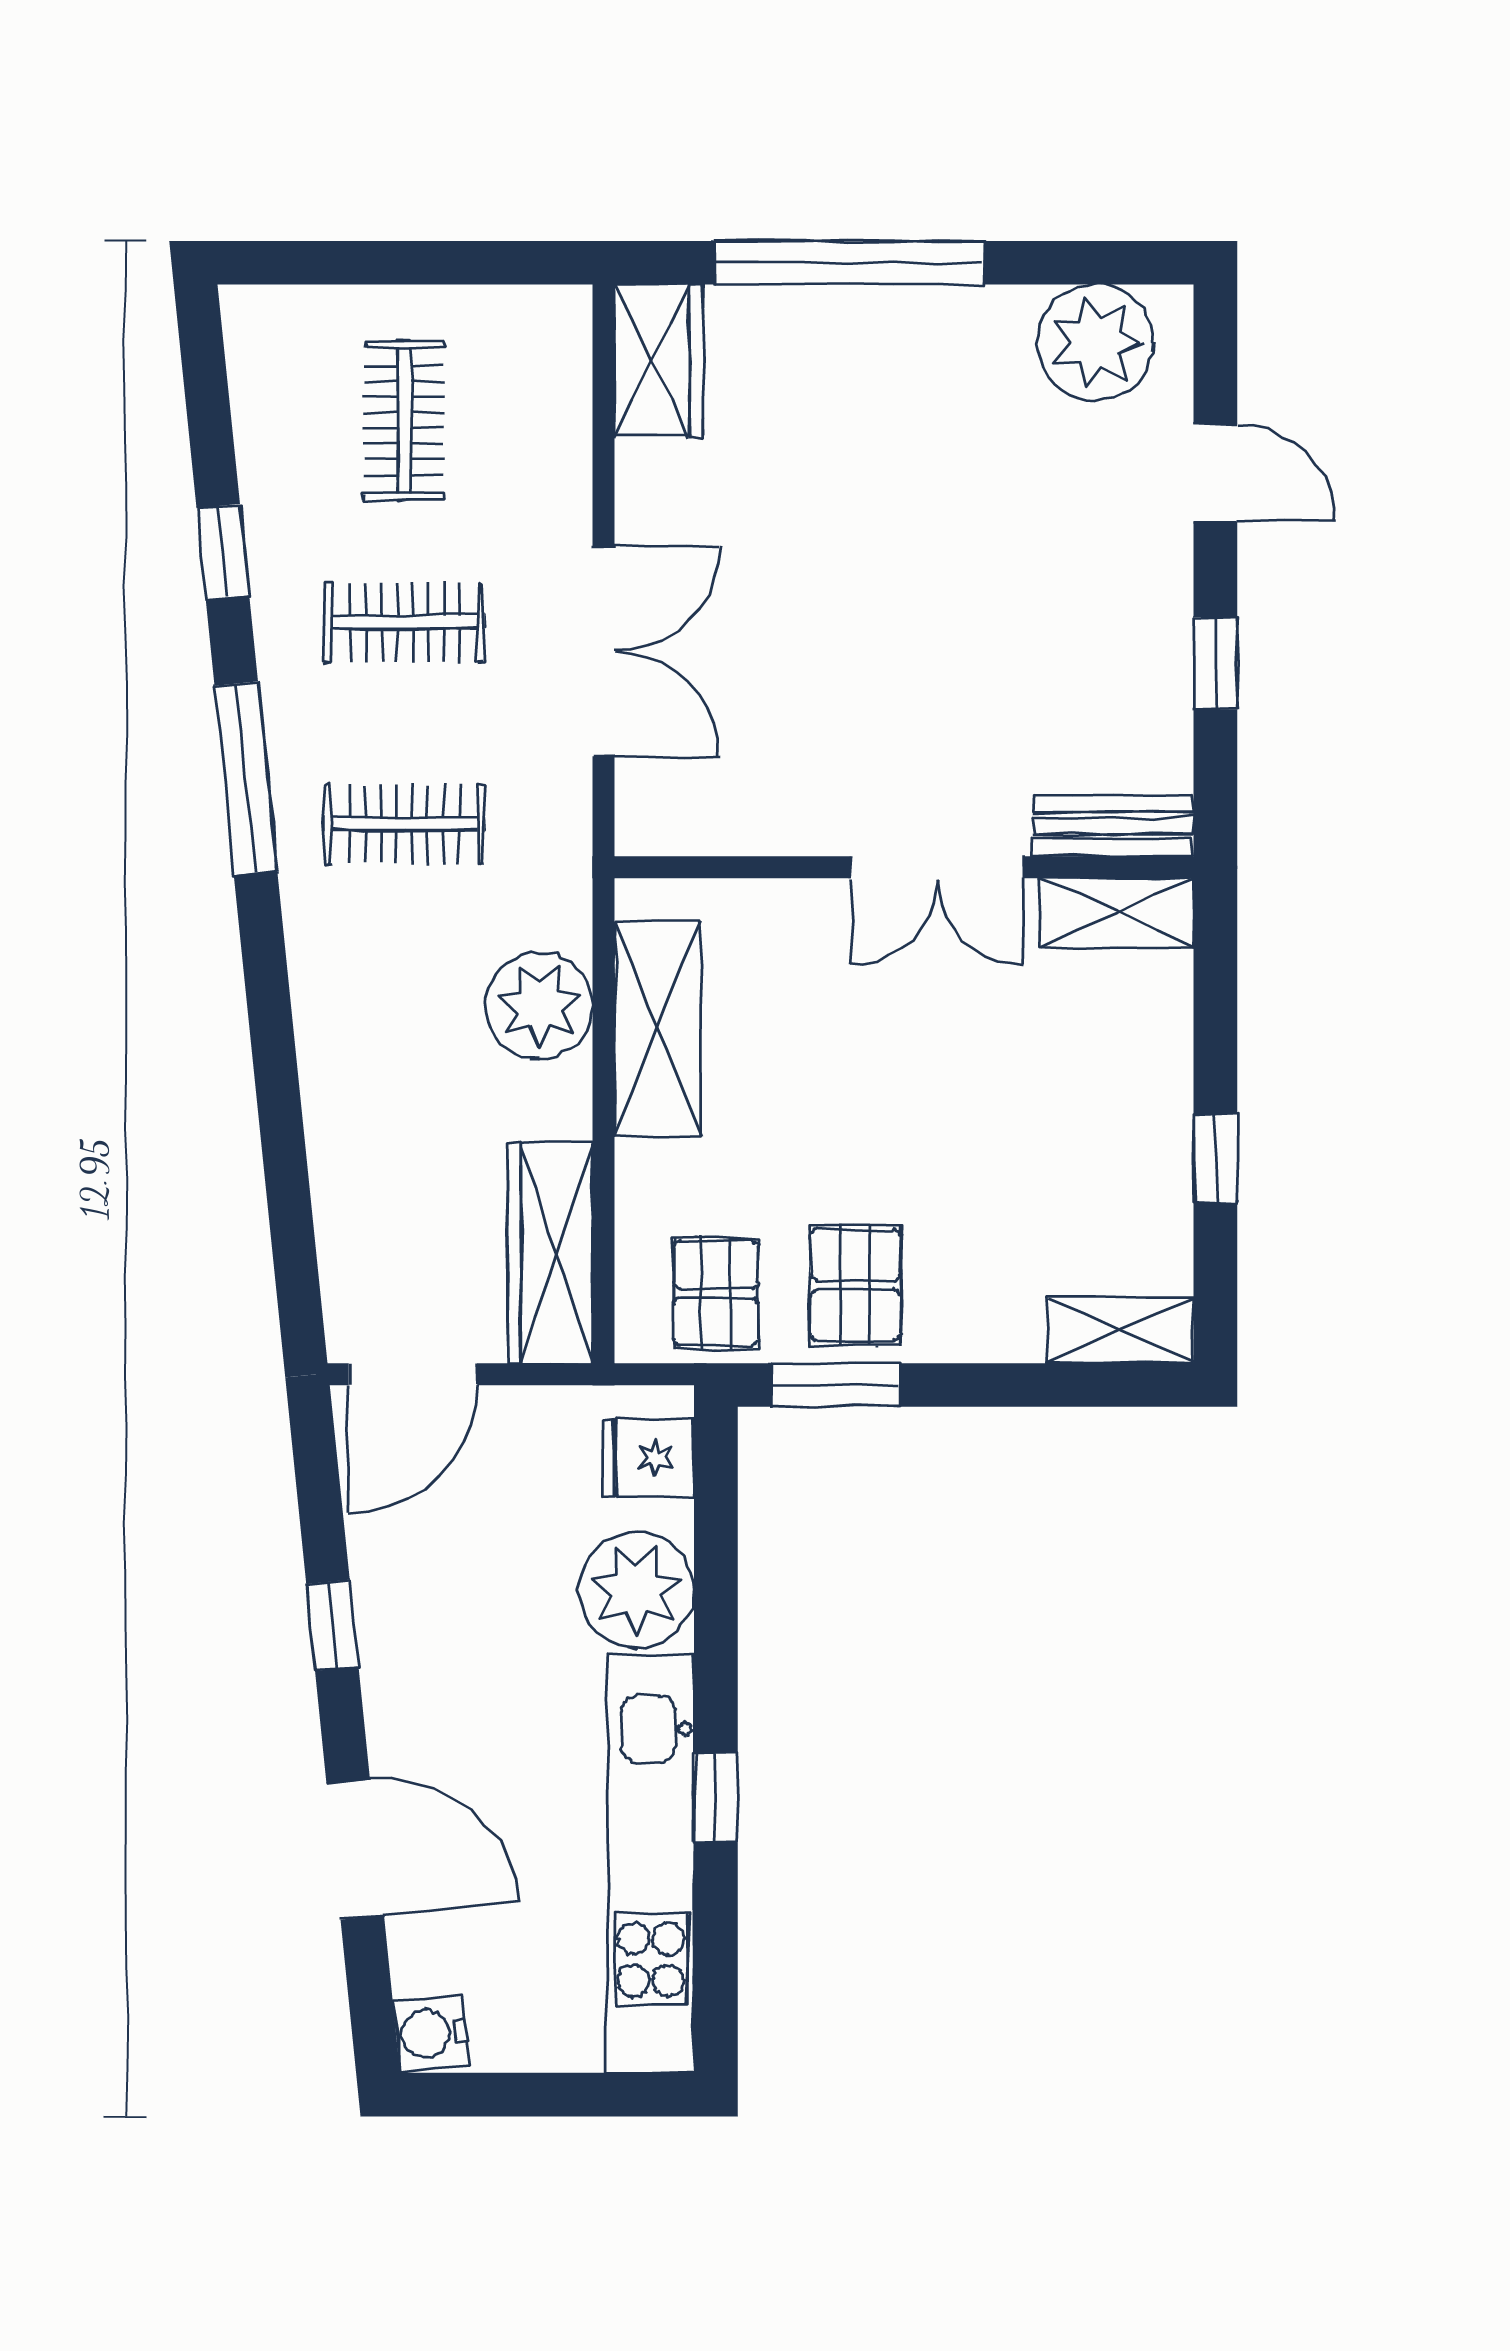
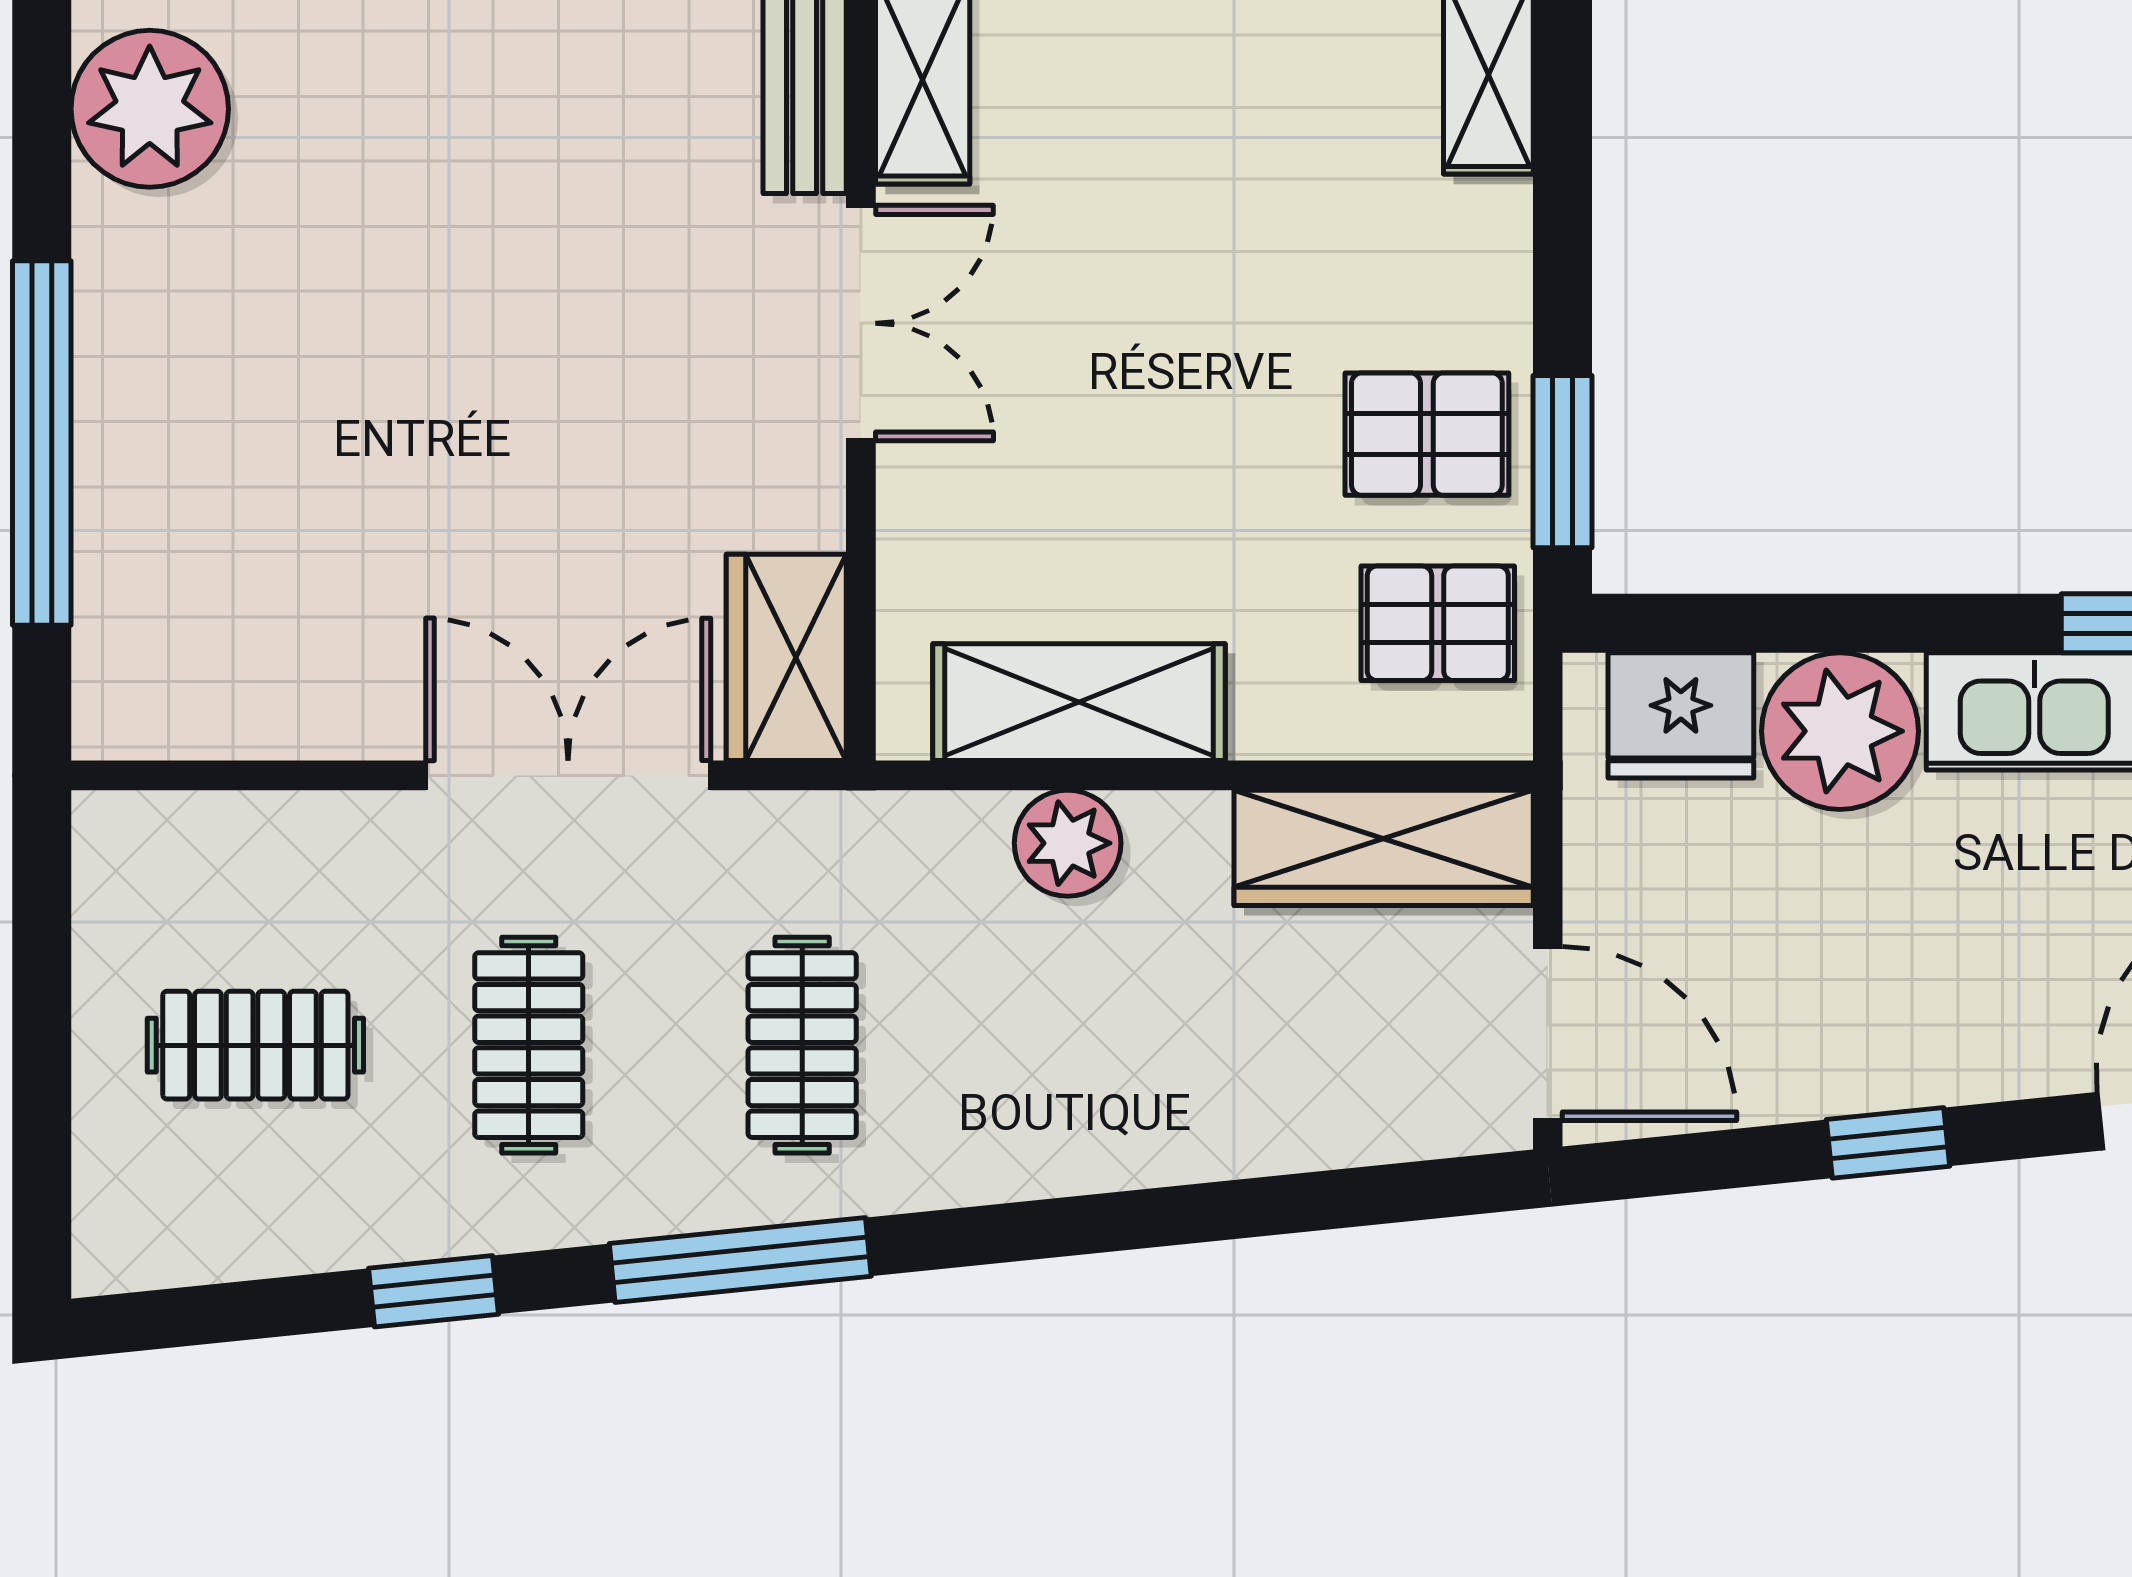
wardrobe: (659, 361) -> (786, 657), moved, turned -90
plant: (539, 1006) -> (1068, 843), width x0.73, depth x0.73
fridge: (648, 1457) -> (1681, 715), width x1.38

